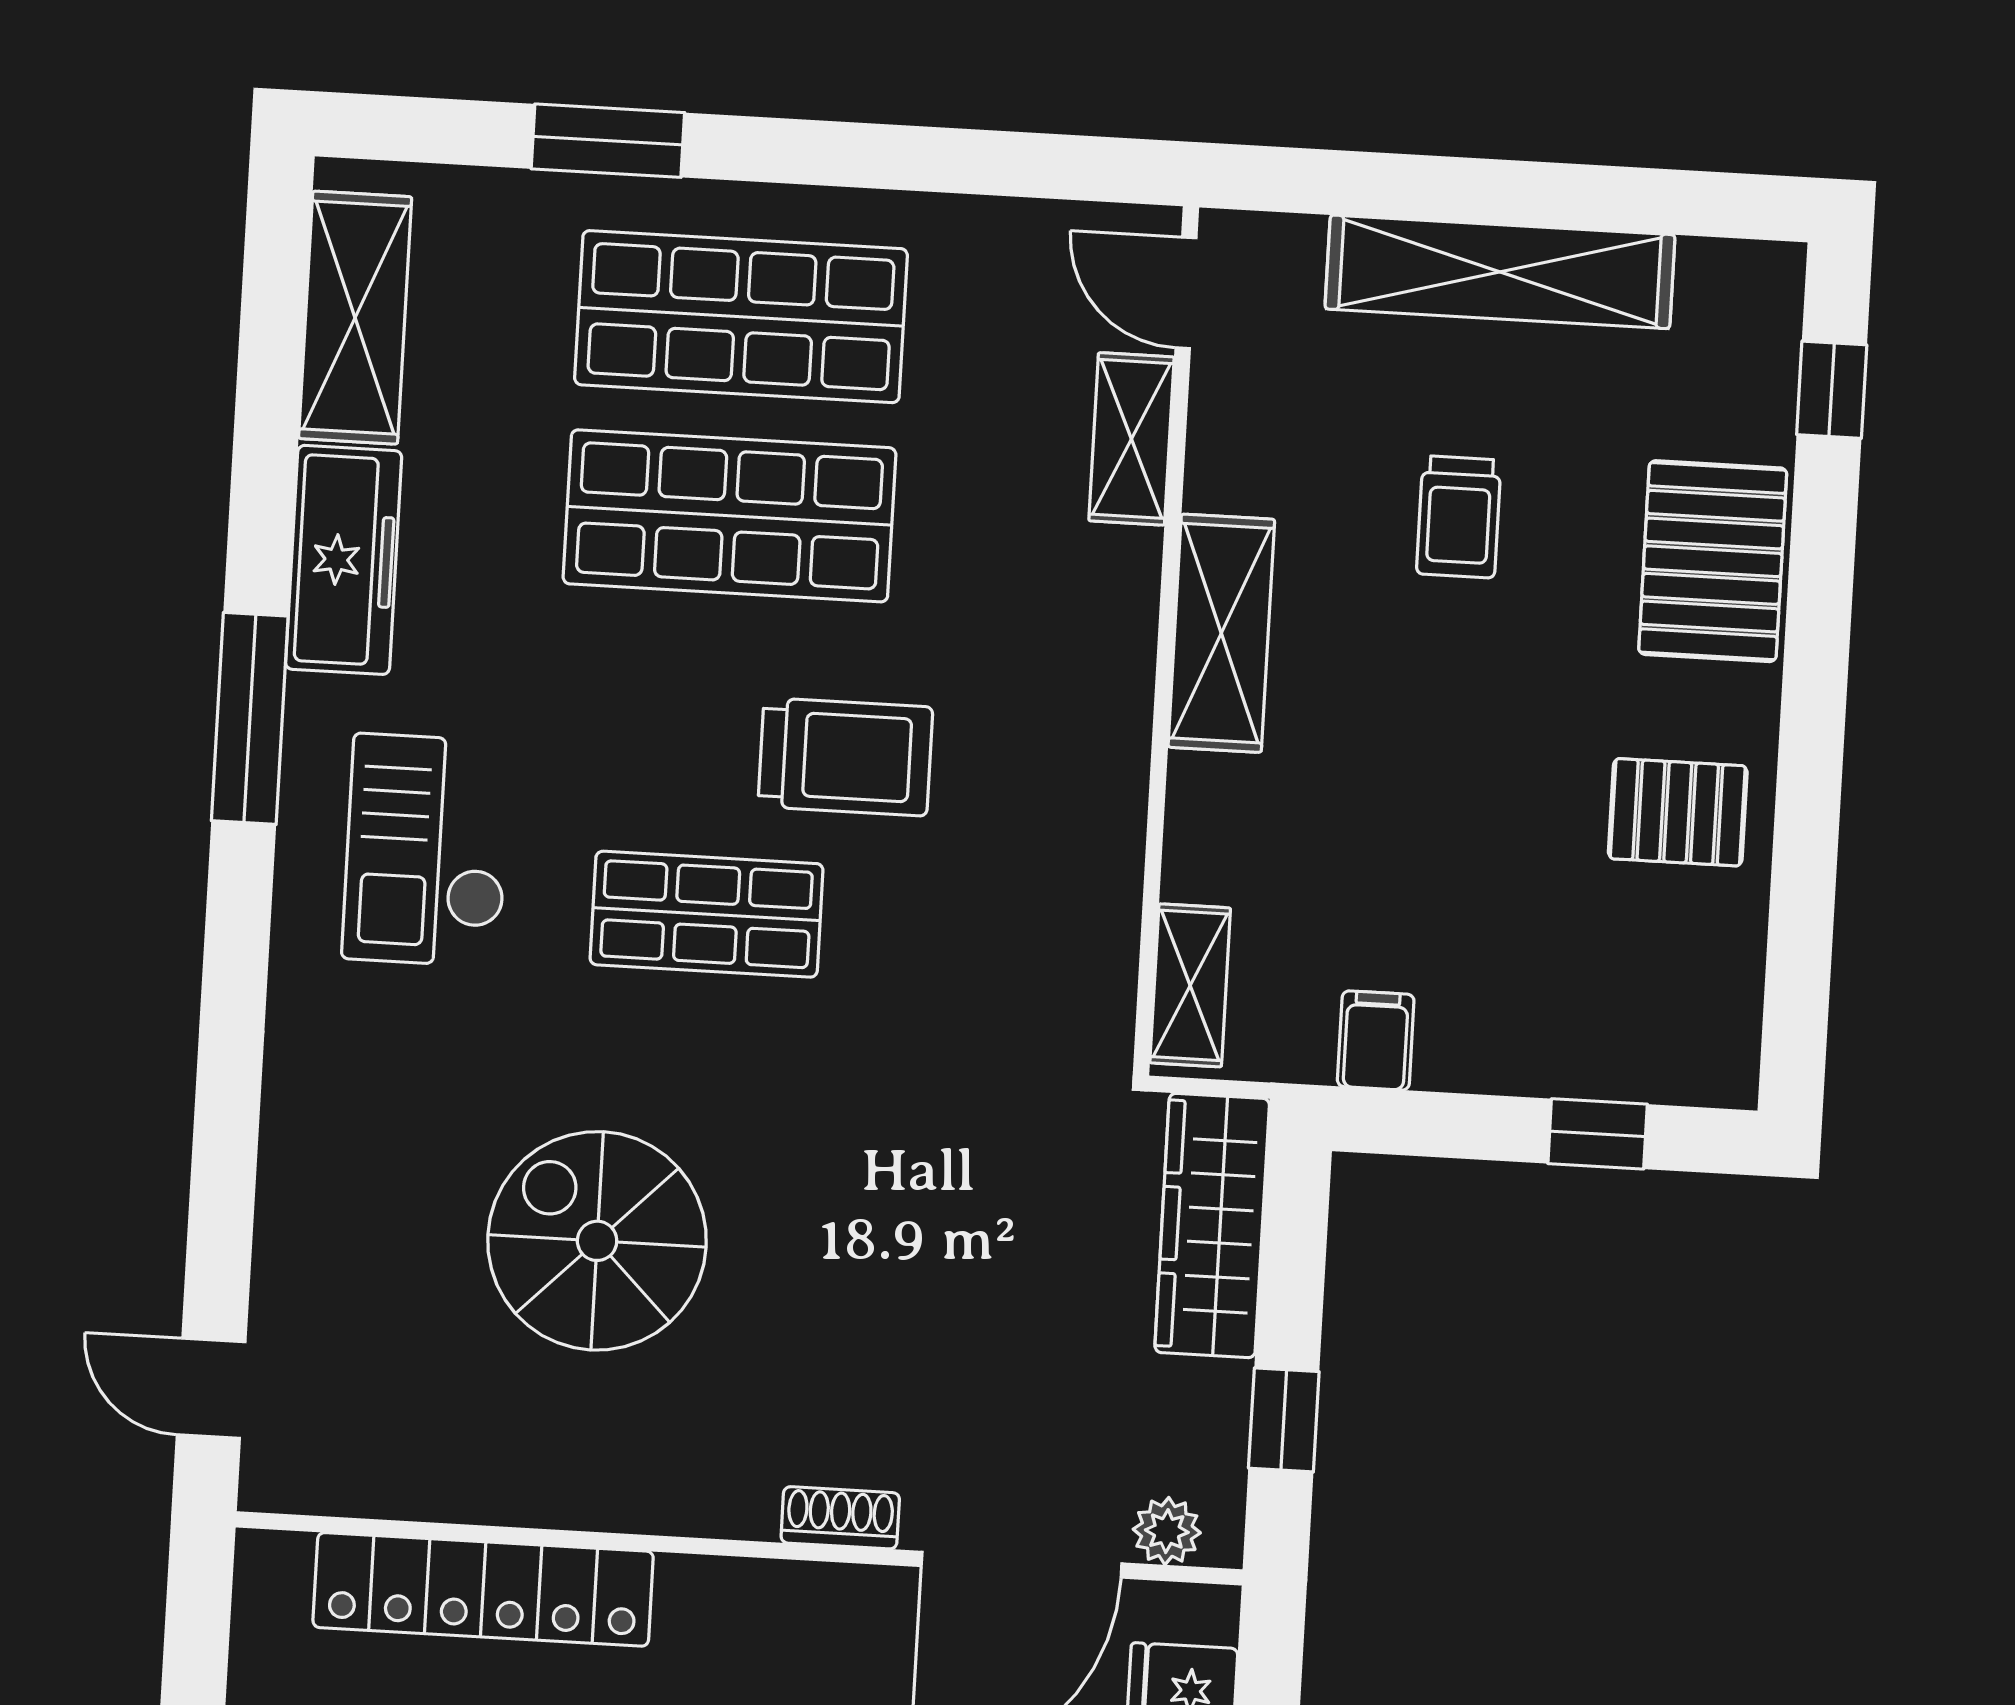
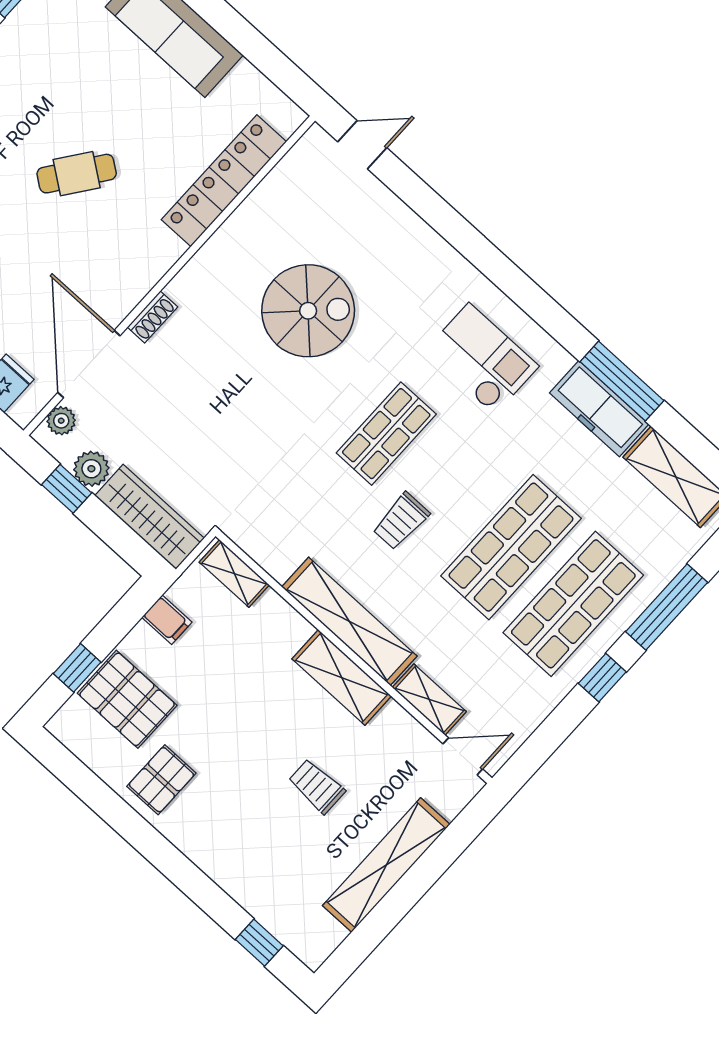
window: (608, 141) -> (667, 607), width x1.44
window: (834, 154) -> (602, 678), added
pallet: (1713, 561) -> (127, 699), moved
shelving: (1107, 702) -> (349, 621), added
window: (250, 718) -> (622, 381), moved
trolley: (845, 757) -> (401, 521), width x0.73, depth x0.72
plant: (1210, 1404) -> (91, 469), added

